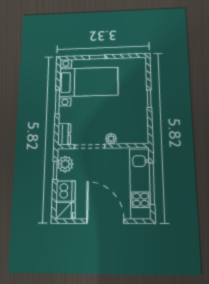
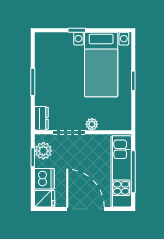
bed with nightstands: (88, 82) -> (101, 65), moved, turned 90

